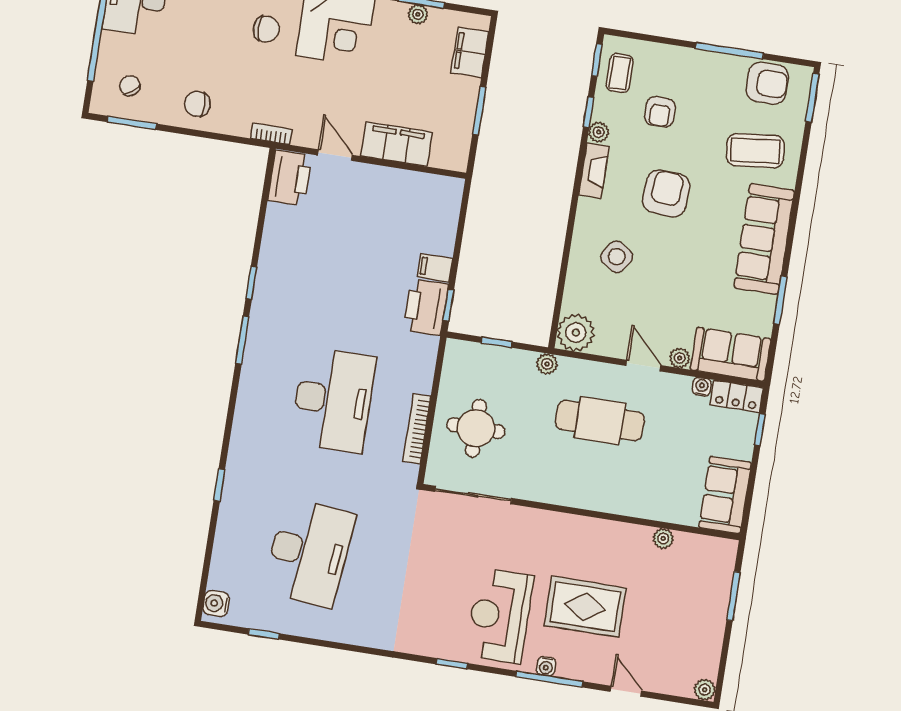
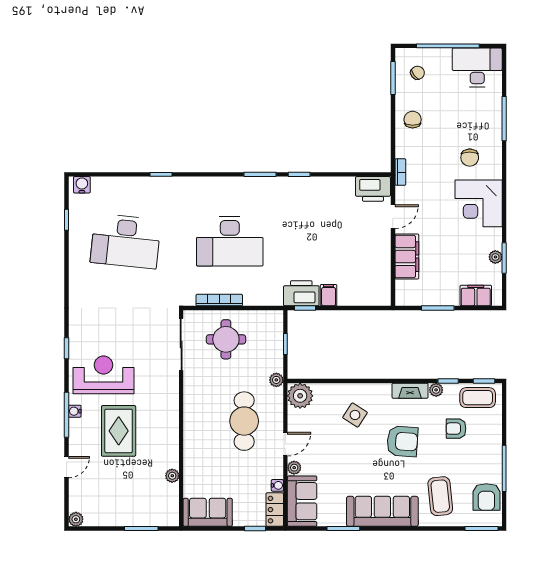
coffee table: (620, 73) -> (478, 398), width x1.36, depth x1.30

